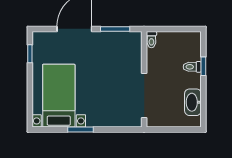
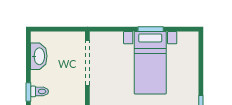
bed with nightstands: (59, 96) -> (150, 63), moved

